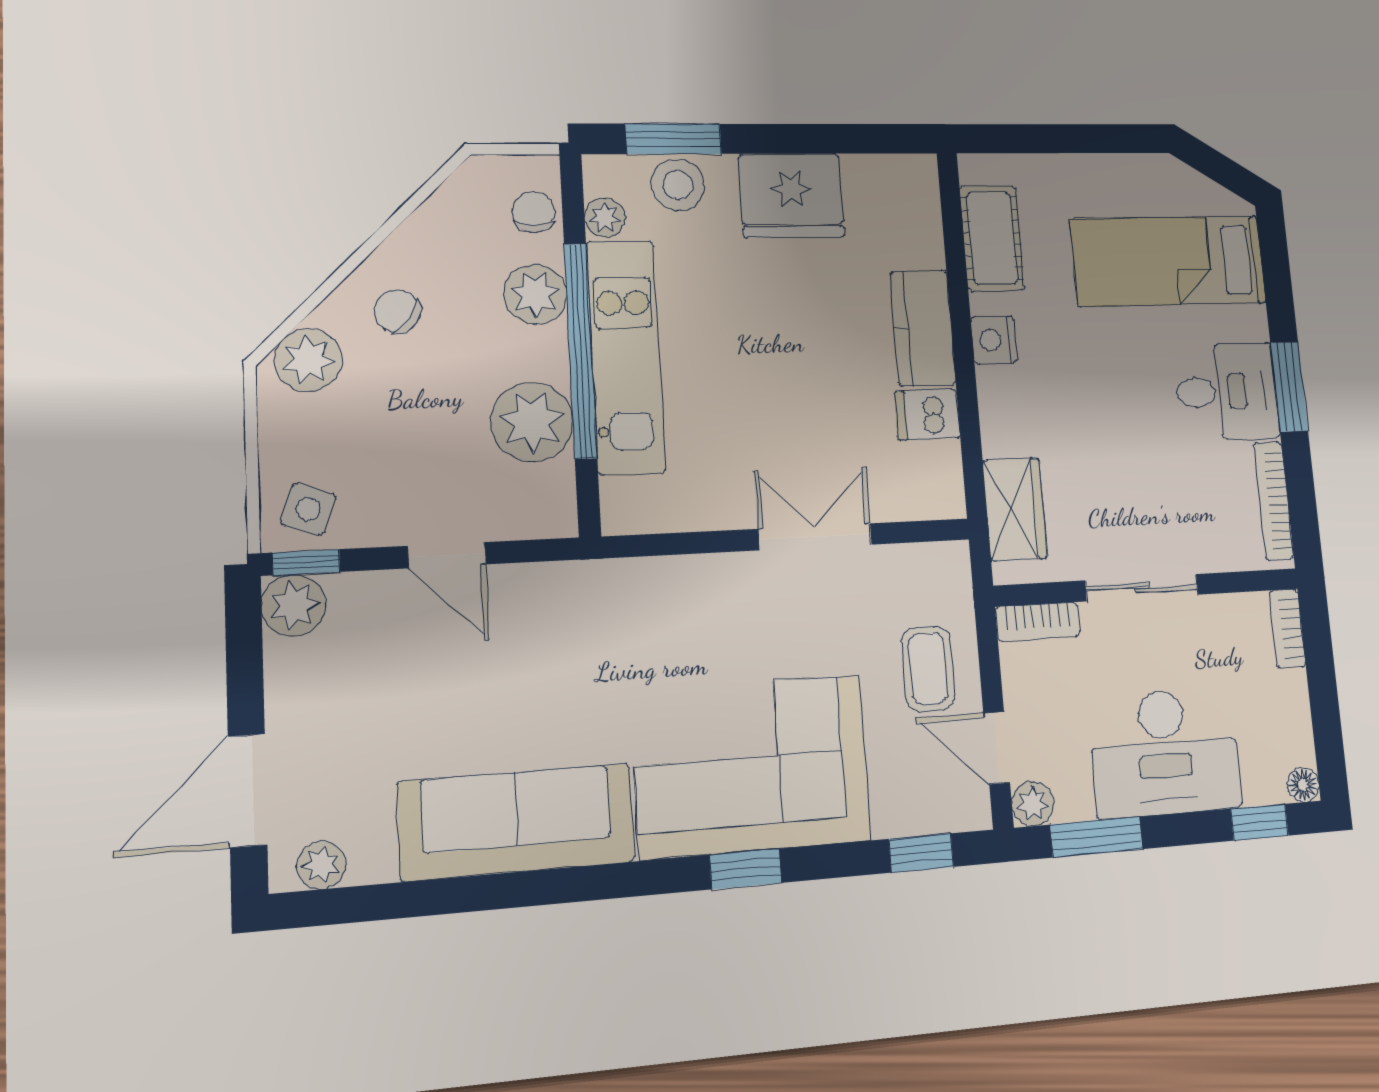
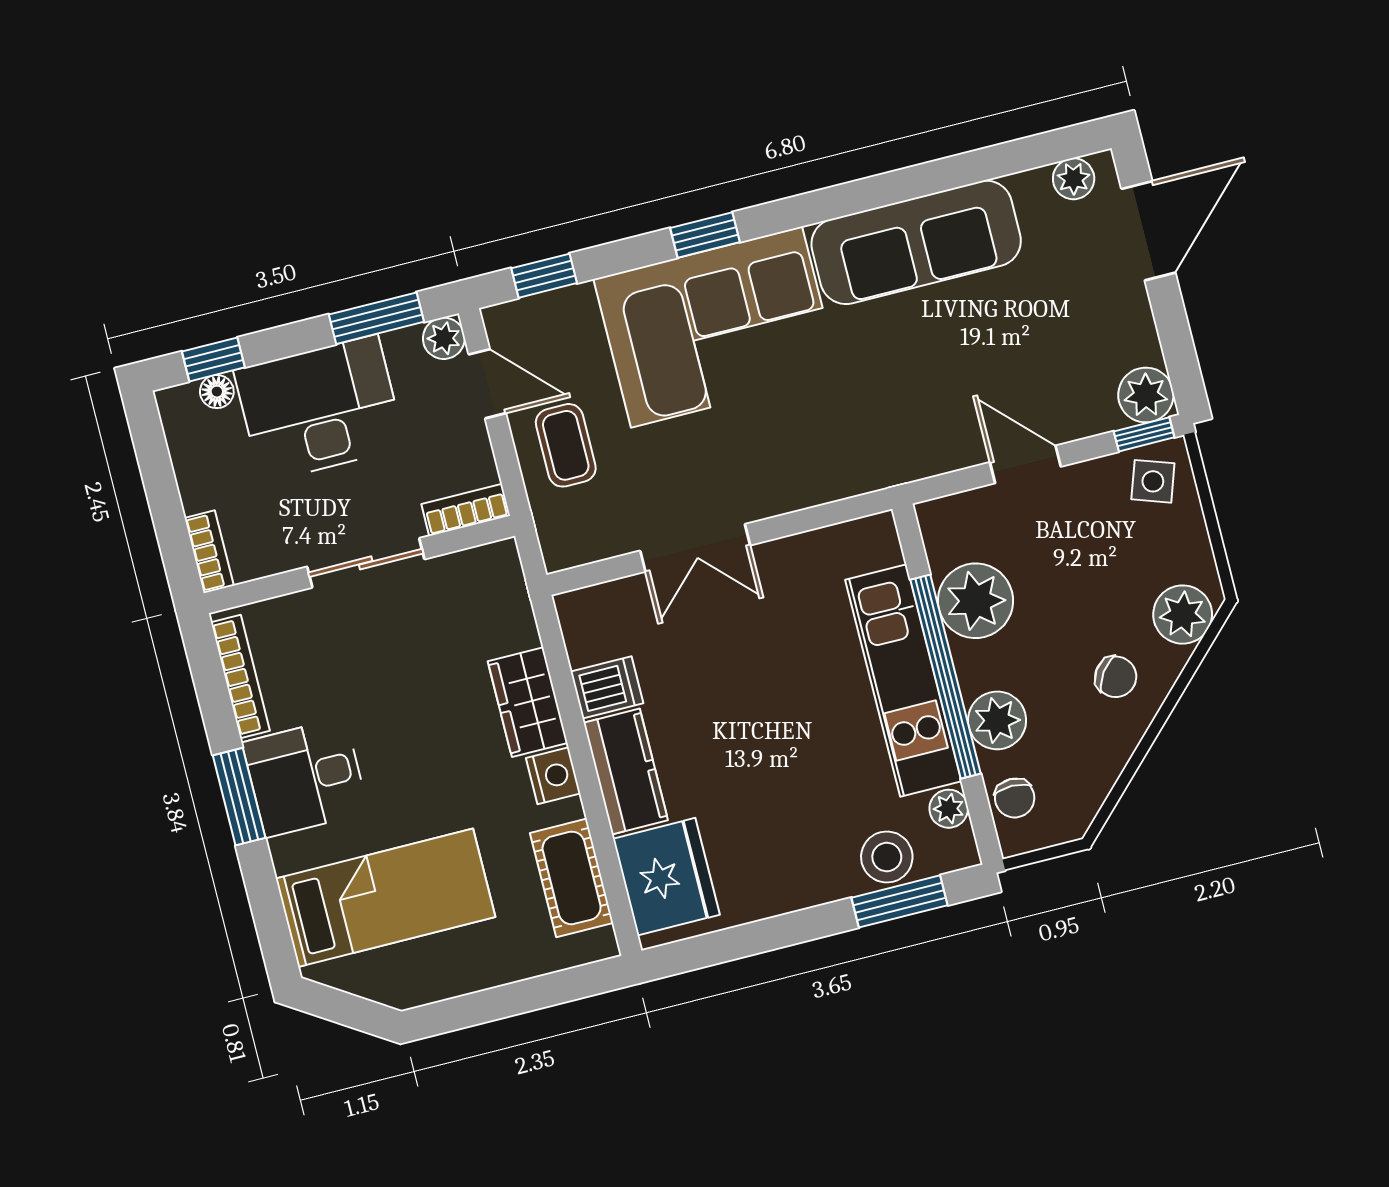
fridge: (791, 196) -> (666, 877), moved, turned 90
wardrobe: (1015, 509) -> (528, 702), moved
floor lamp: (1303, 785) -> (217, 392), moved

